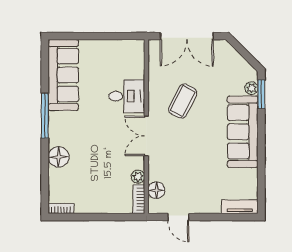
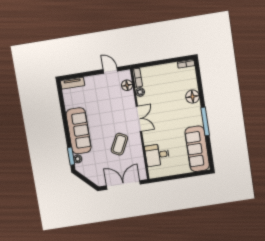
desk: (127, 96) -> (157, 155), moved

